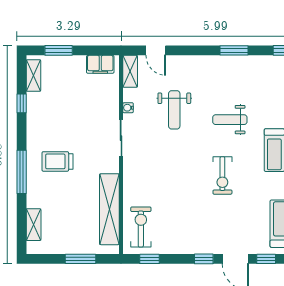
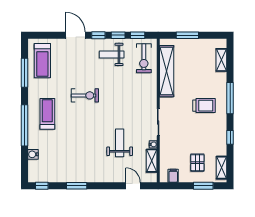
filing cabinet: (100, 64) -> (173, 176), width x0.50
shelving: (130, 71) -> (152, 161), moved
pallet: (67, 82) -> (197, 163), added
window: (22, 103) -> (230, 137), moved
weight bench: (230, 120) -> (112, 54), moved, turned 180
exercise bike: (222, 175) -> (85, 95), turned 90
window: (266, 259) -> (118, 35), moved

